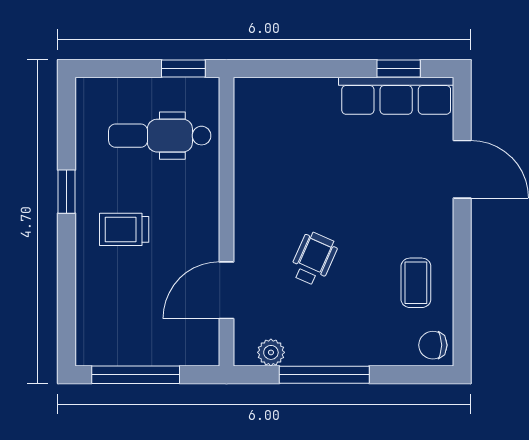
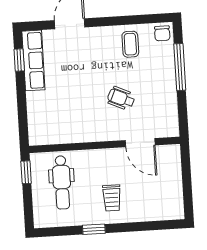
coffee table: (416, 283) -> (130, 44), turned 90
plant: (271, 352) -> (171, 118), removed
window: (136, 375) -> (187, 187), removed
window: (324, 375) -> (180, 67), moved

